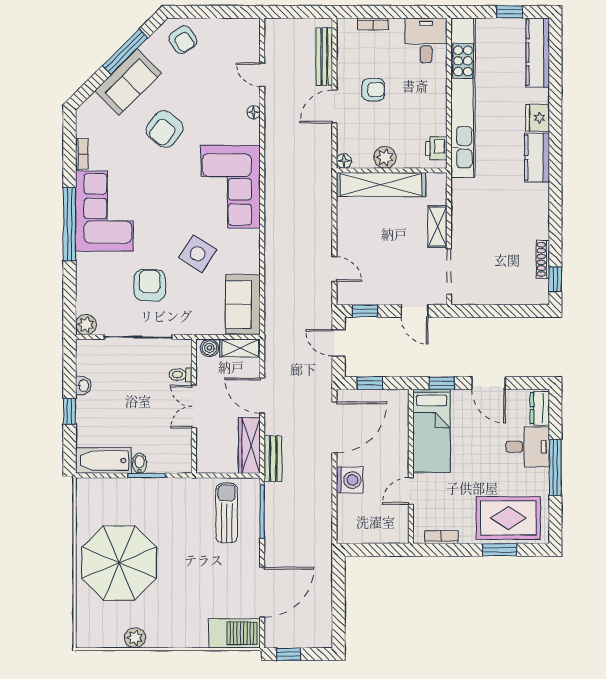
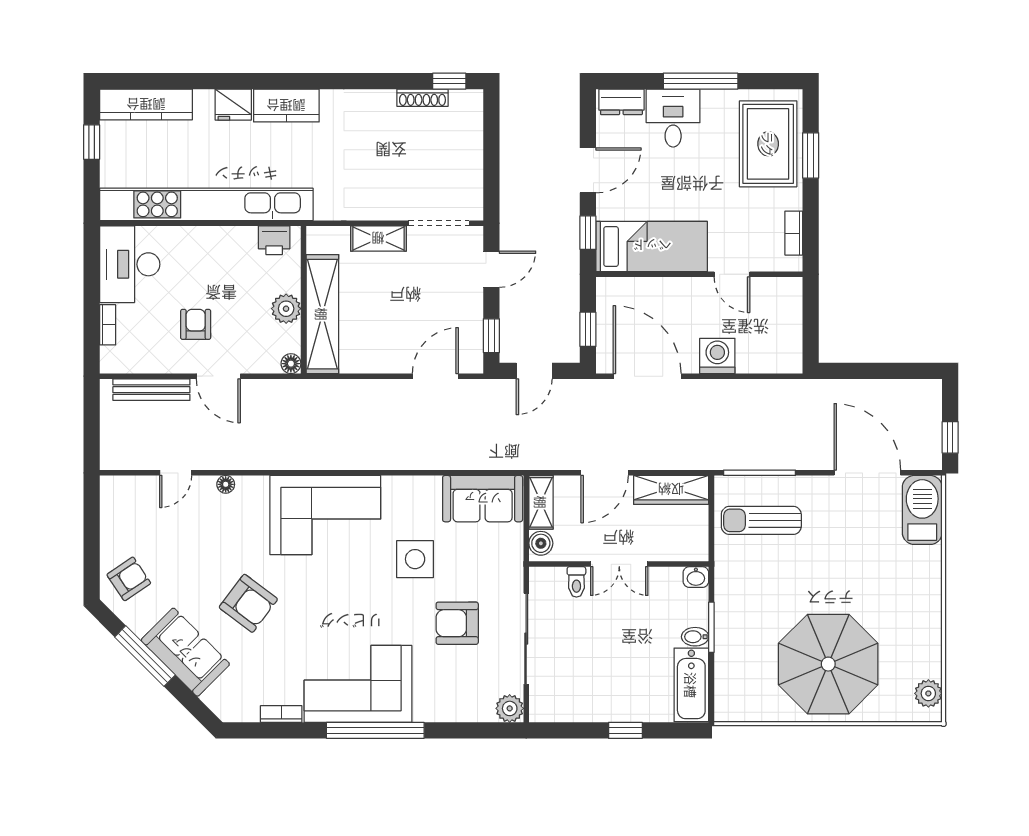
desk: (426, 40) -> (130, 264), width x1.37
side table: (198, 254) -> (415, 559), turned -33
door: (334, 269) -> (435, 376), width x1.38
washbasin: (83, 386) -> (696, 577), moved, turned 180
bench: (273, 459) -> (689, 458), removed
plant: (135, 638) -> (928, 693), moved

